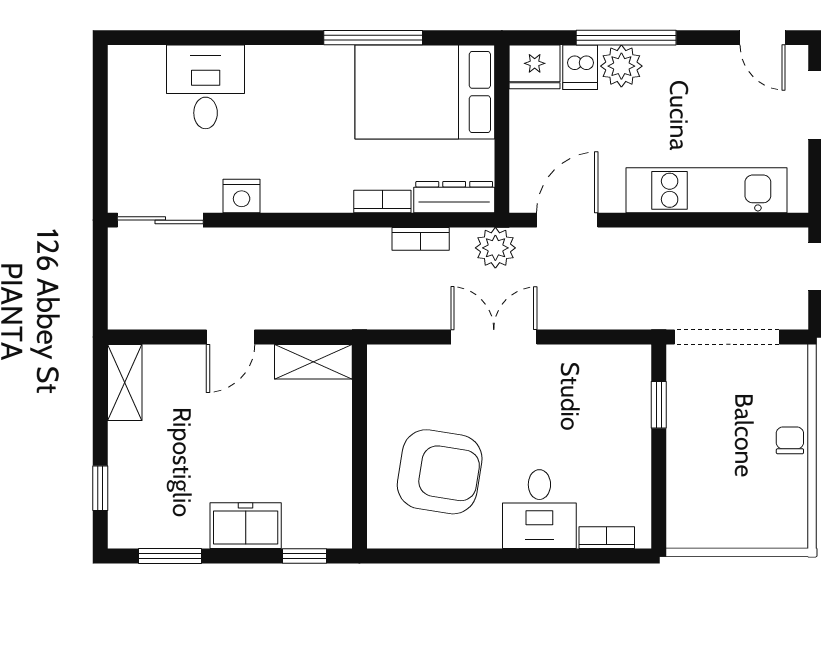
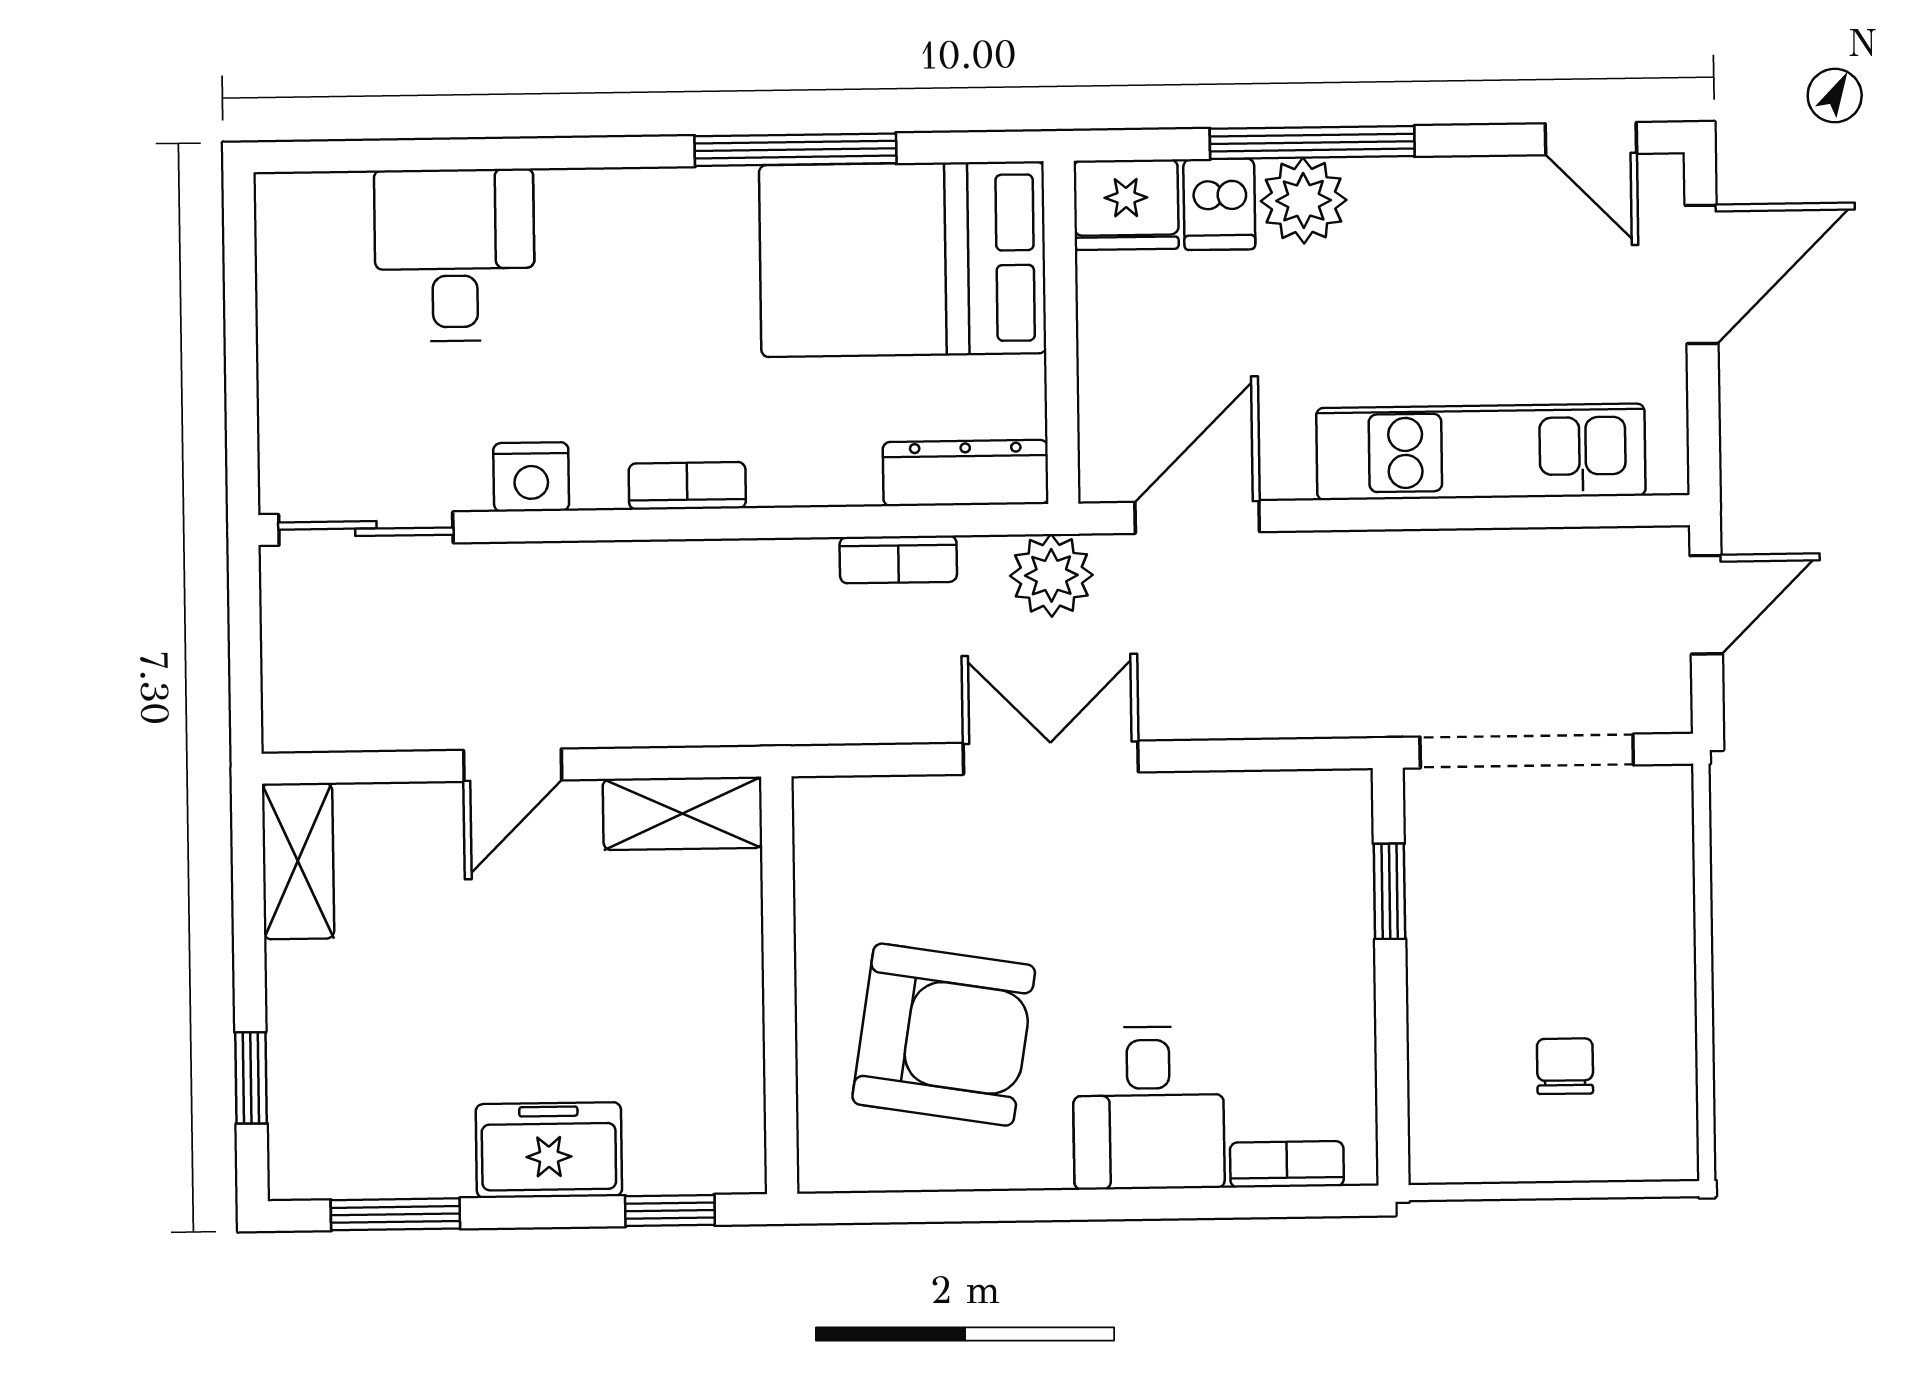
bookcase: (382, 201) -> (687, 486), moved
chair: (790, 440) -> (1565, 1066), moved

